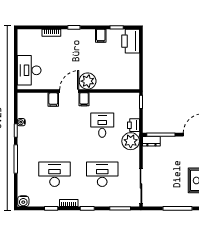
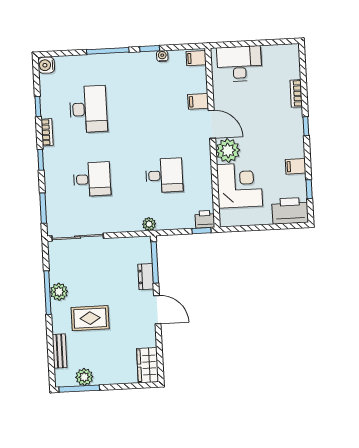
corner desk: (112, 74) -> (239, 185), added
filing cabinet: (84, 99) -> (196, 58), moved
printer: (133, 125) -> (205, 219), moved
plant: (131, 141) -> (149, 224), width x0.53, depth x0.53
dresser: (151, 141) -> (146, 277), moved
desk: (102, 174) -> (92, 179), width x0.73
plant: (177, 201) -> (59, 292), added

